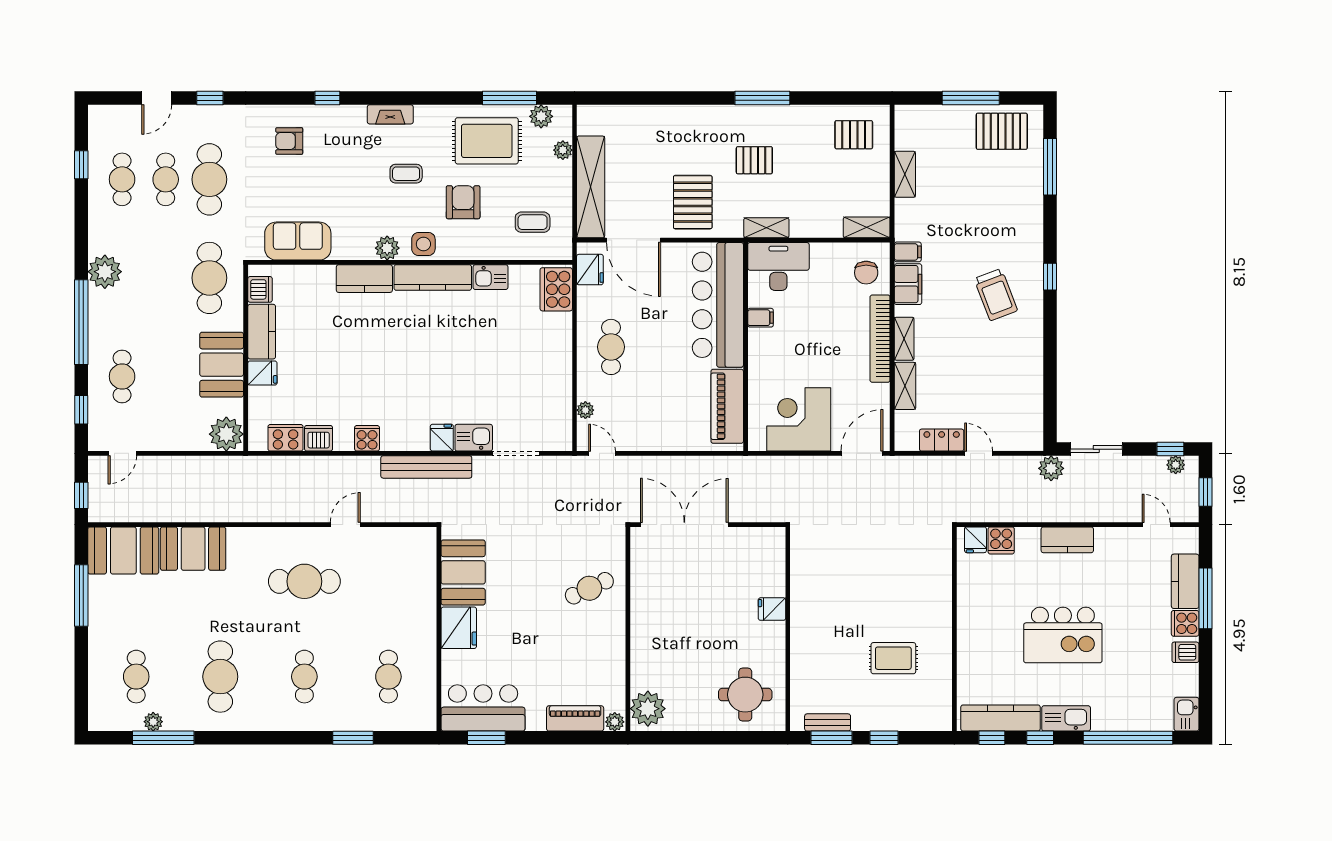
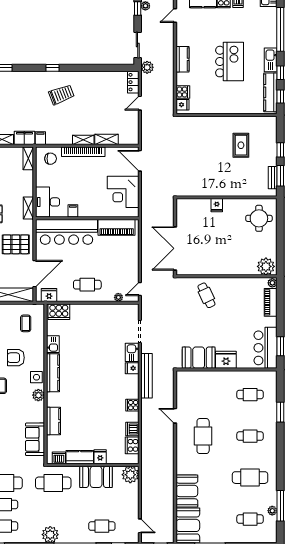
kitchen counter: (364, 279) -> (54, 421), moved
filing cabinet: (908, 284) -> (24, 138), moved
locker: (942, 440) -> (133, 82), moved

